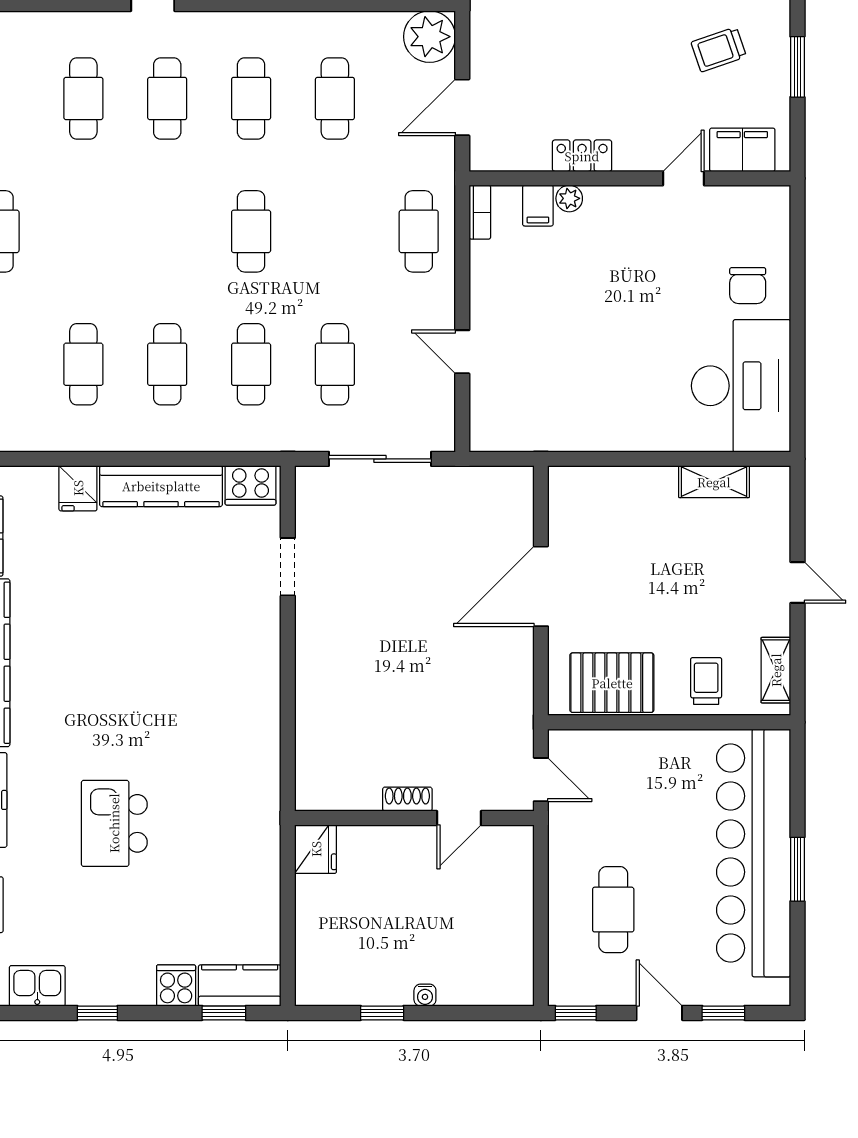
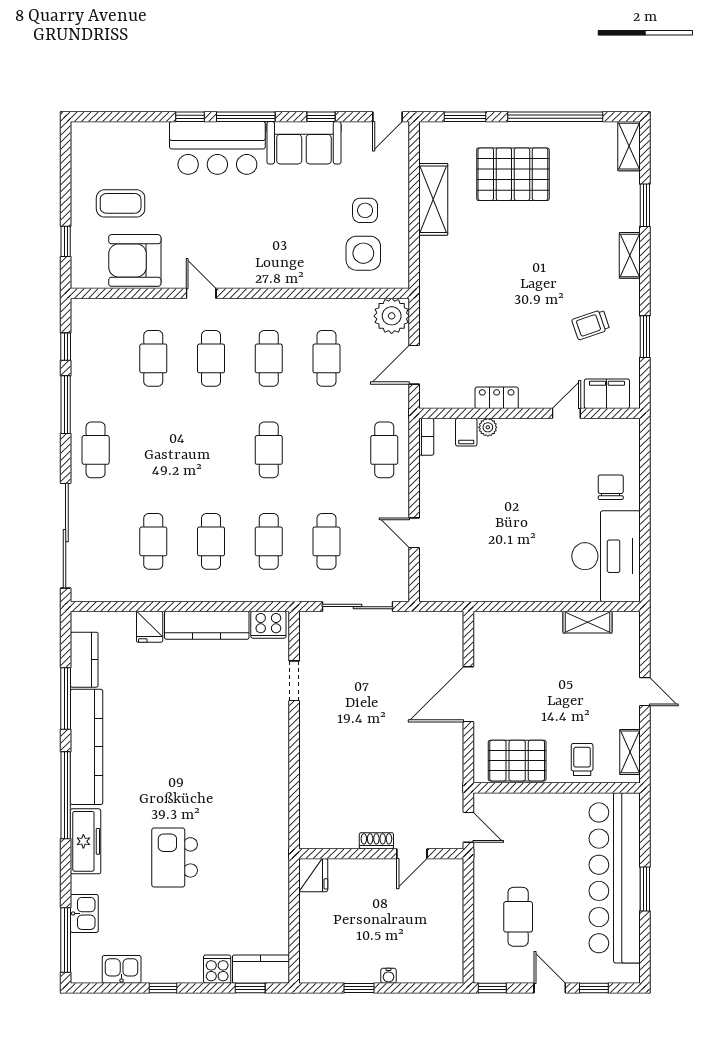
chair: (748, 286) -> (611, 487), turned 180

